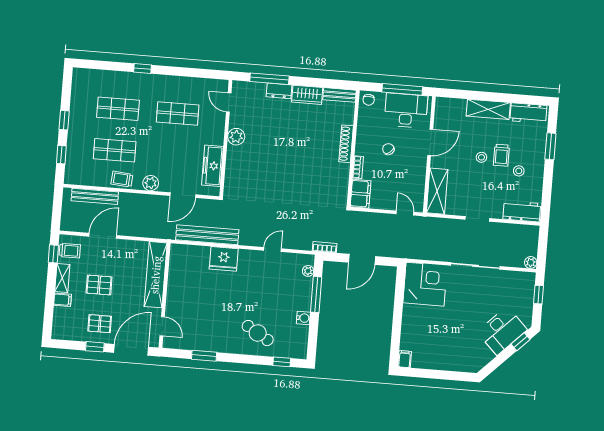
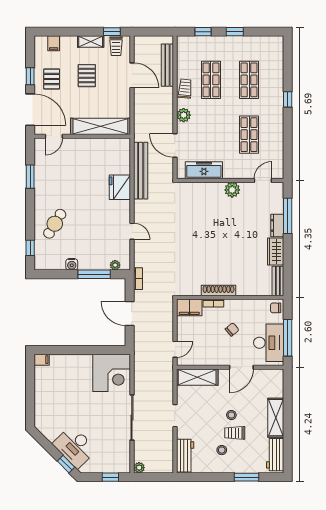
door: (430, 142) -> (241, 367), hinge flipped
shoe rack: (346, 144) -> (219, 290), moved
filing cabinet: (62, 300) -> (54, 43), moved

